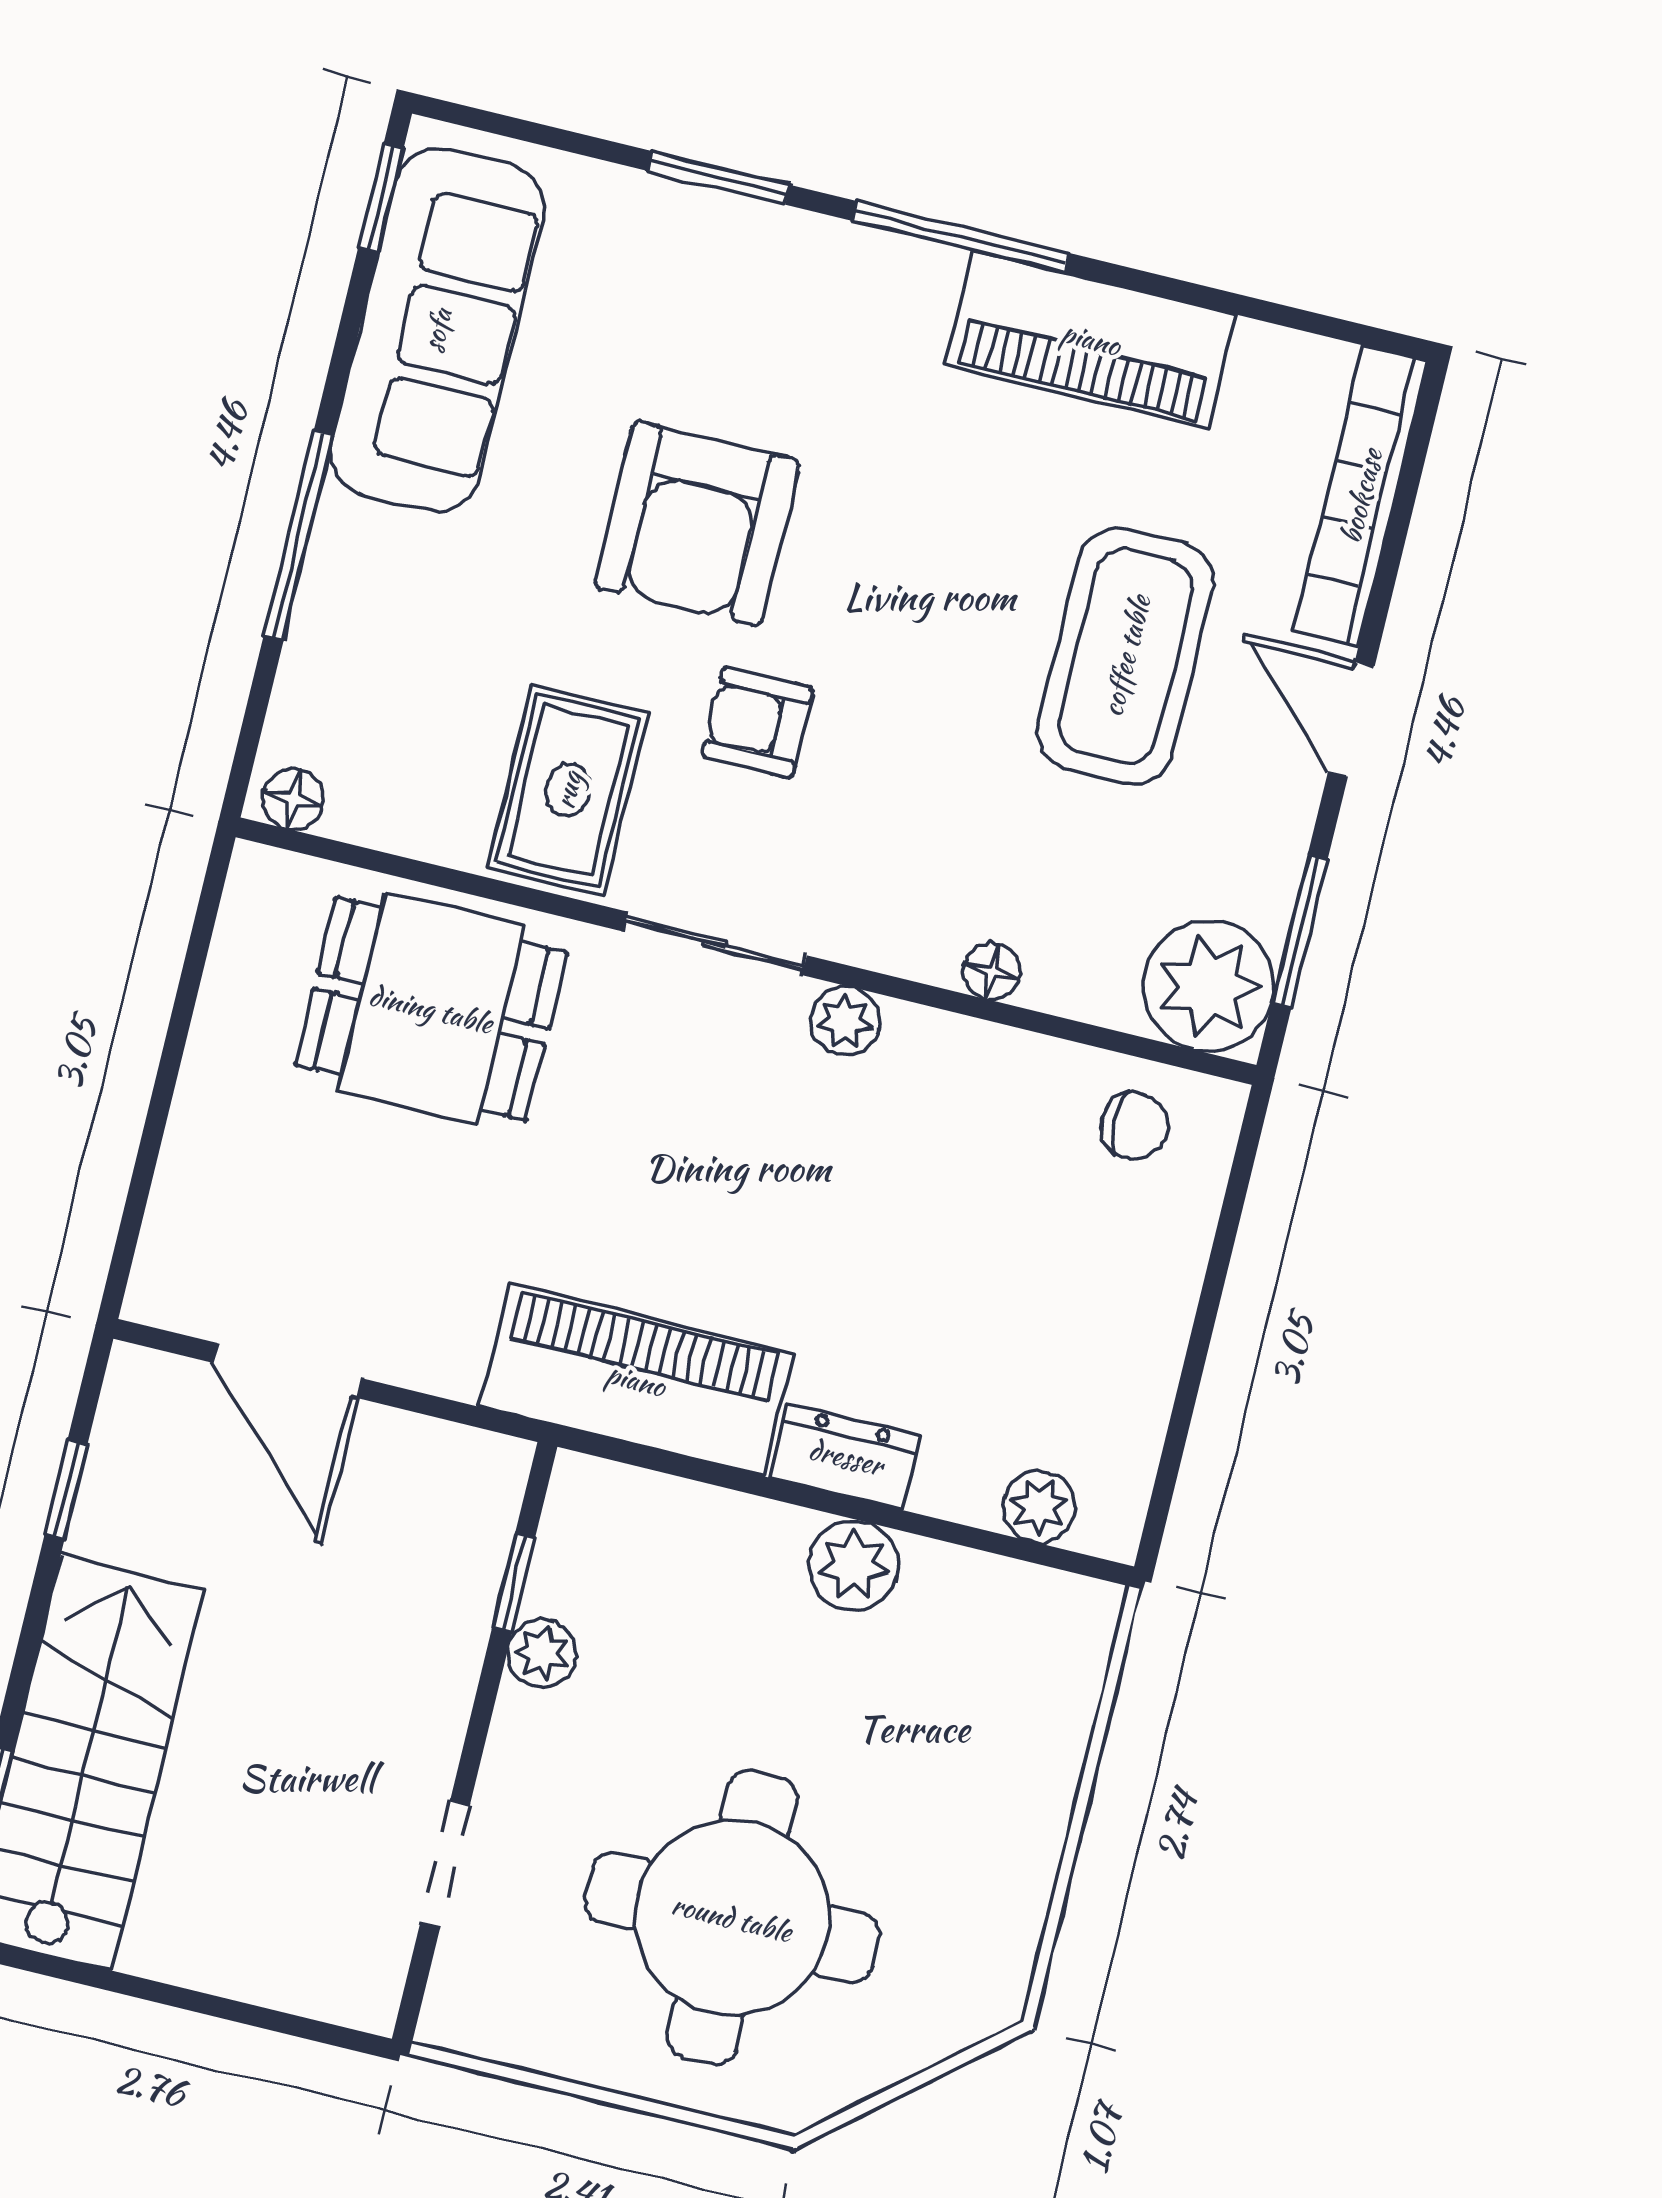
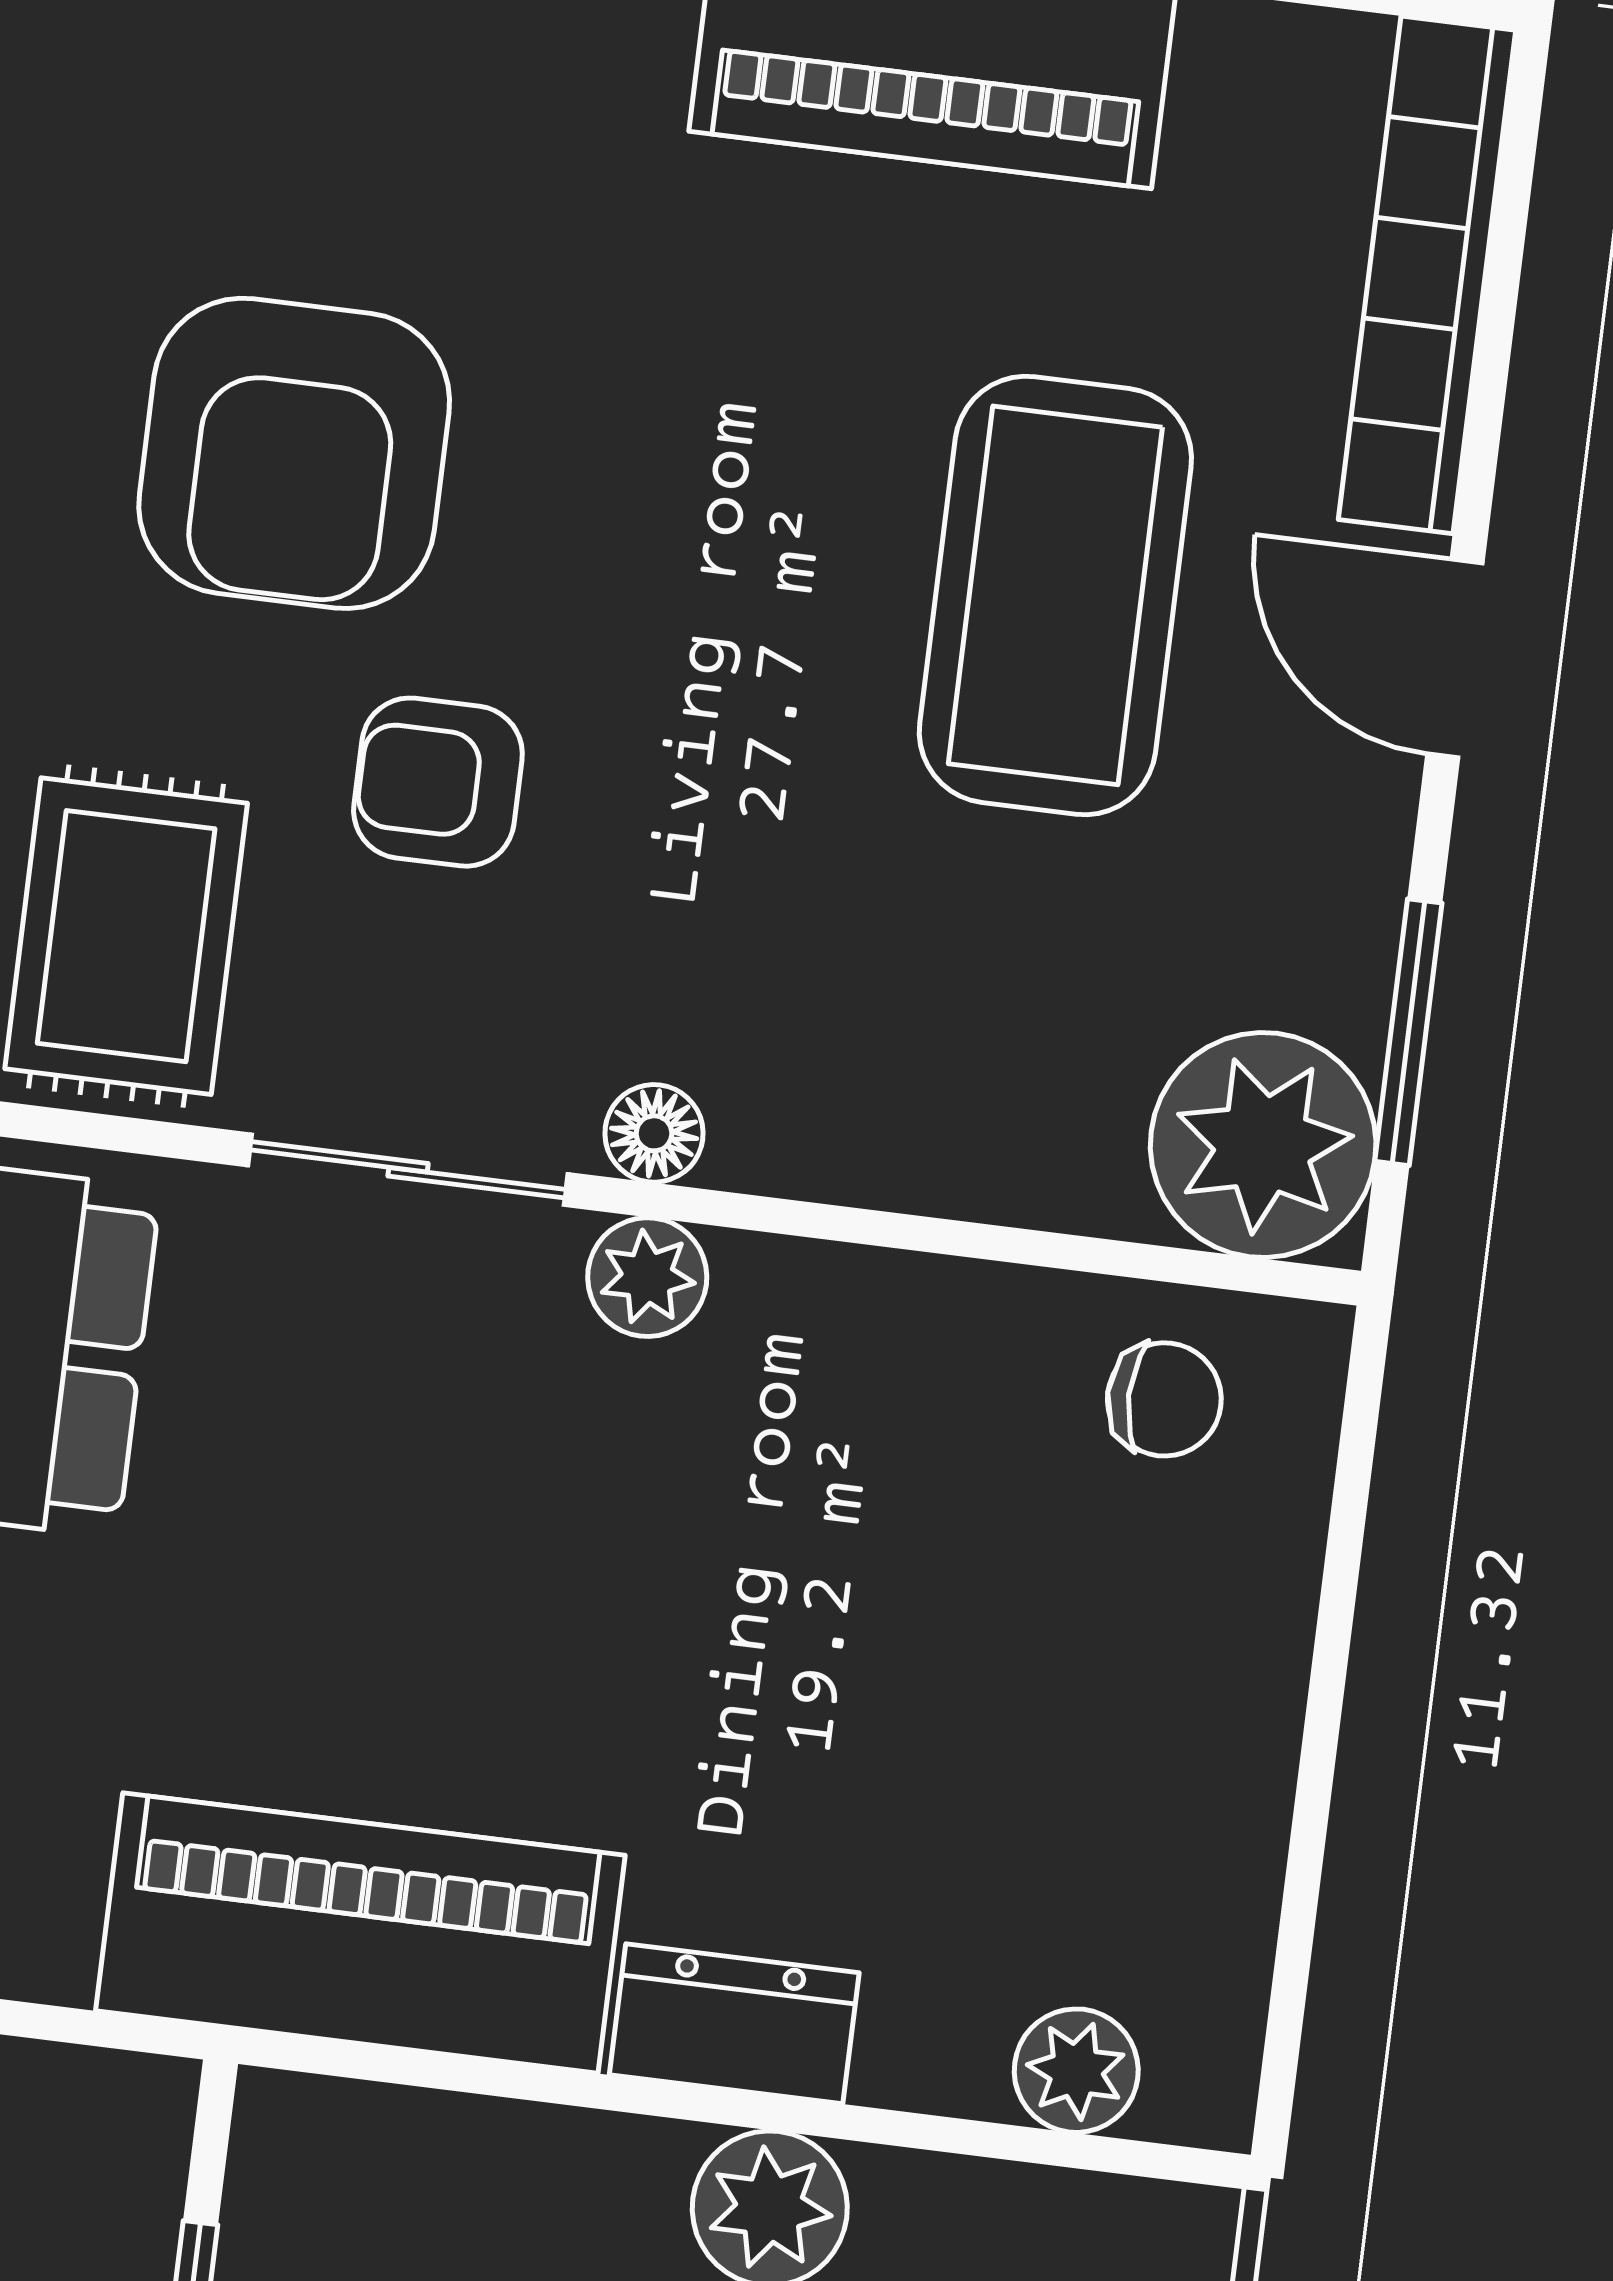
floor lamp: (992, 971) -> (654, 1133), moved

